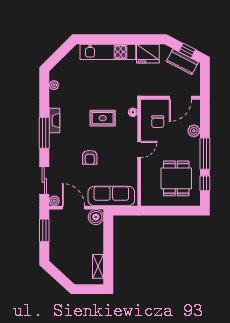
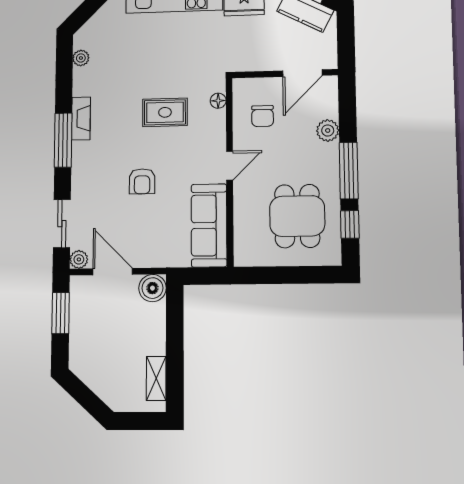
sofa: (111, 196) -> (209, 225), moved, turned -90

